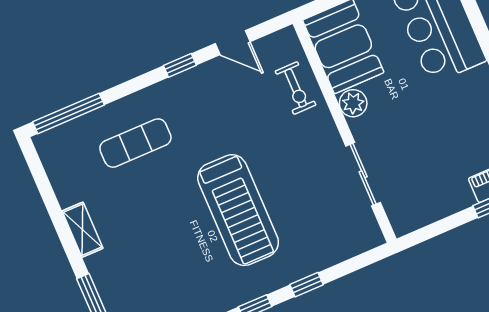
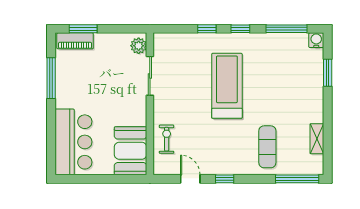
plant: (353, 103) -> (139, 46), moved
exercise mat: (135, 143) -> (267, 147), turned 90
shelving: (83, 230) -> (317, 139), moved

